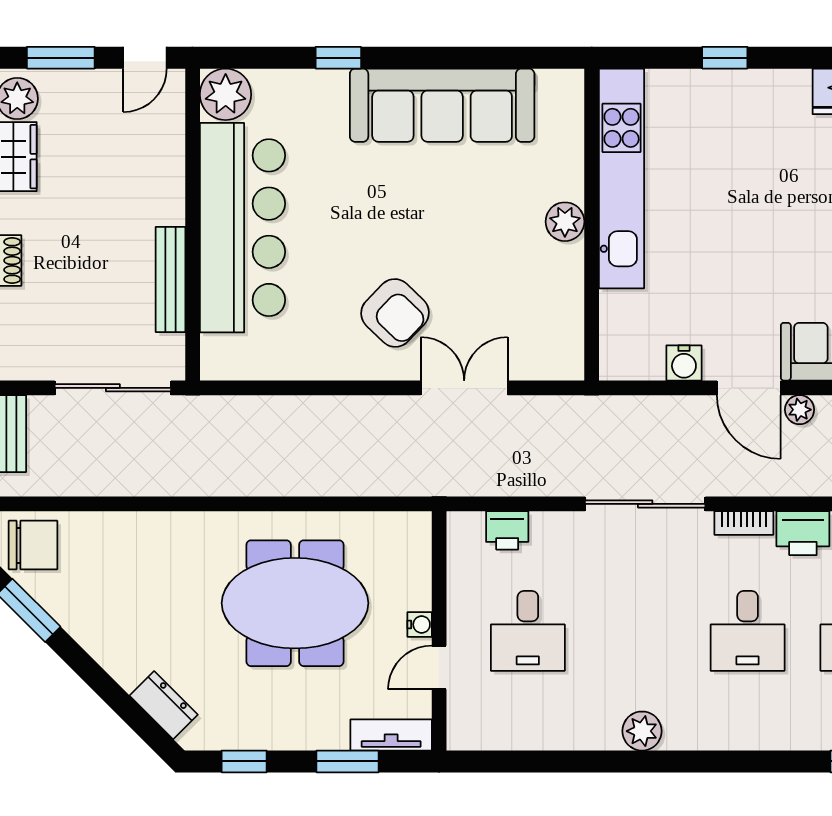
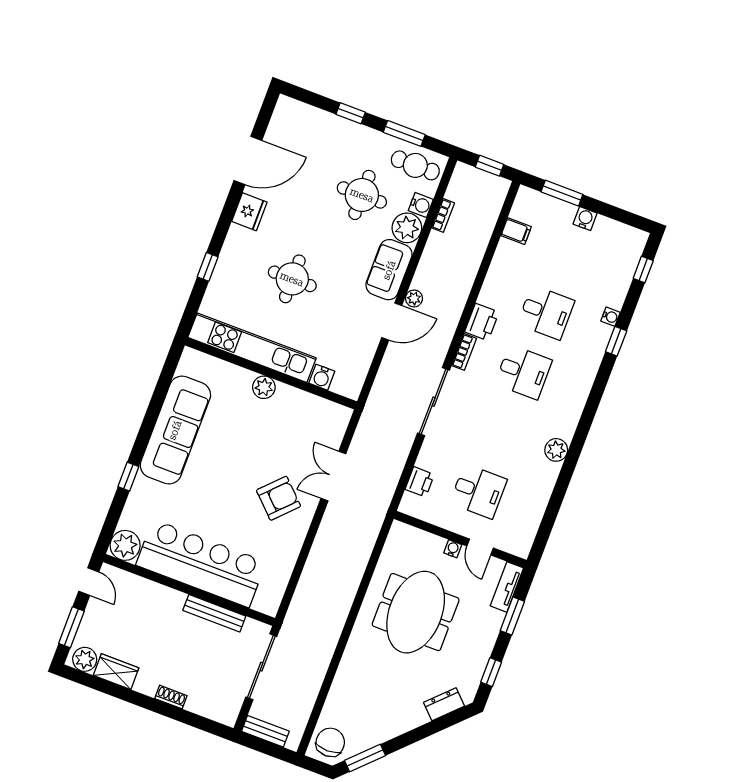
round table: (757, 201) -> (292, 279), added
water cooler: (684, 363) -> (322, 377), moved, turned 90

